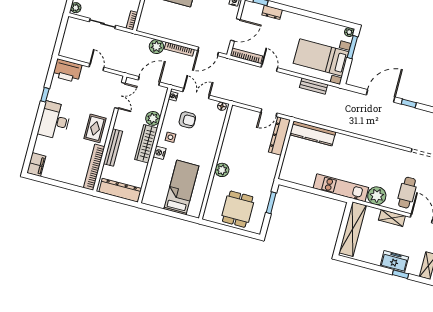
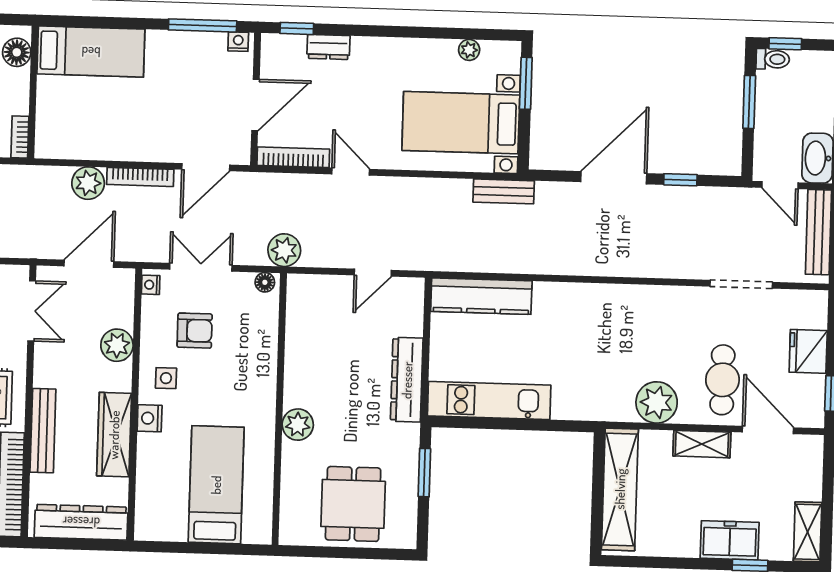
plant: (349, 32) -> (469, 50), moved
bench: (314, 86) -> (504, 191), moved
plant: (233, 94) -> (284, 250), added
dresser: (279, 136) -> (407, 380), moved
wardrobe: (146, 144) -> (114, 435), moved
kitchen unit: (341, 188) -> (489, 401), moved

